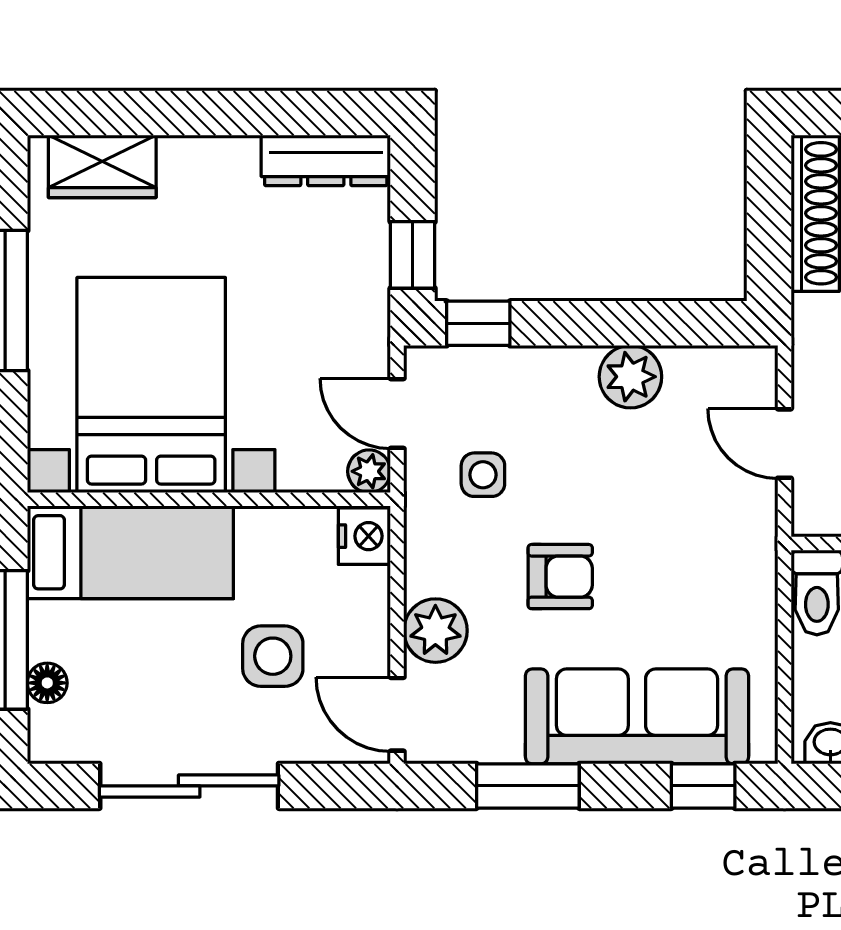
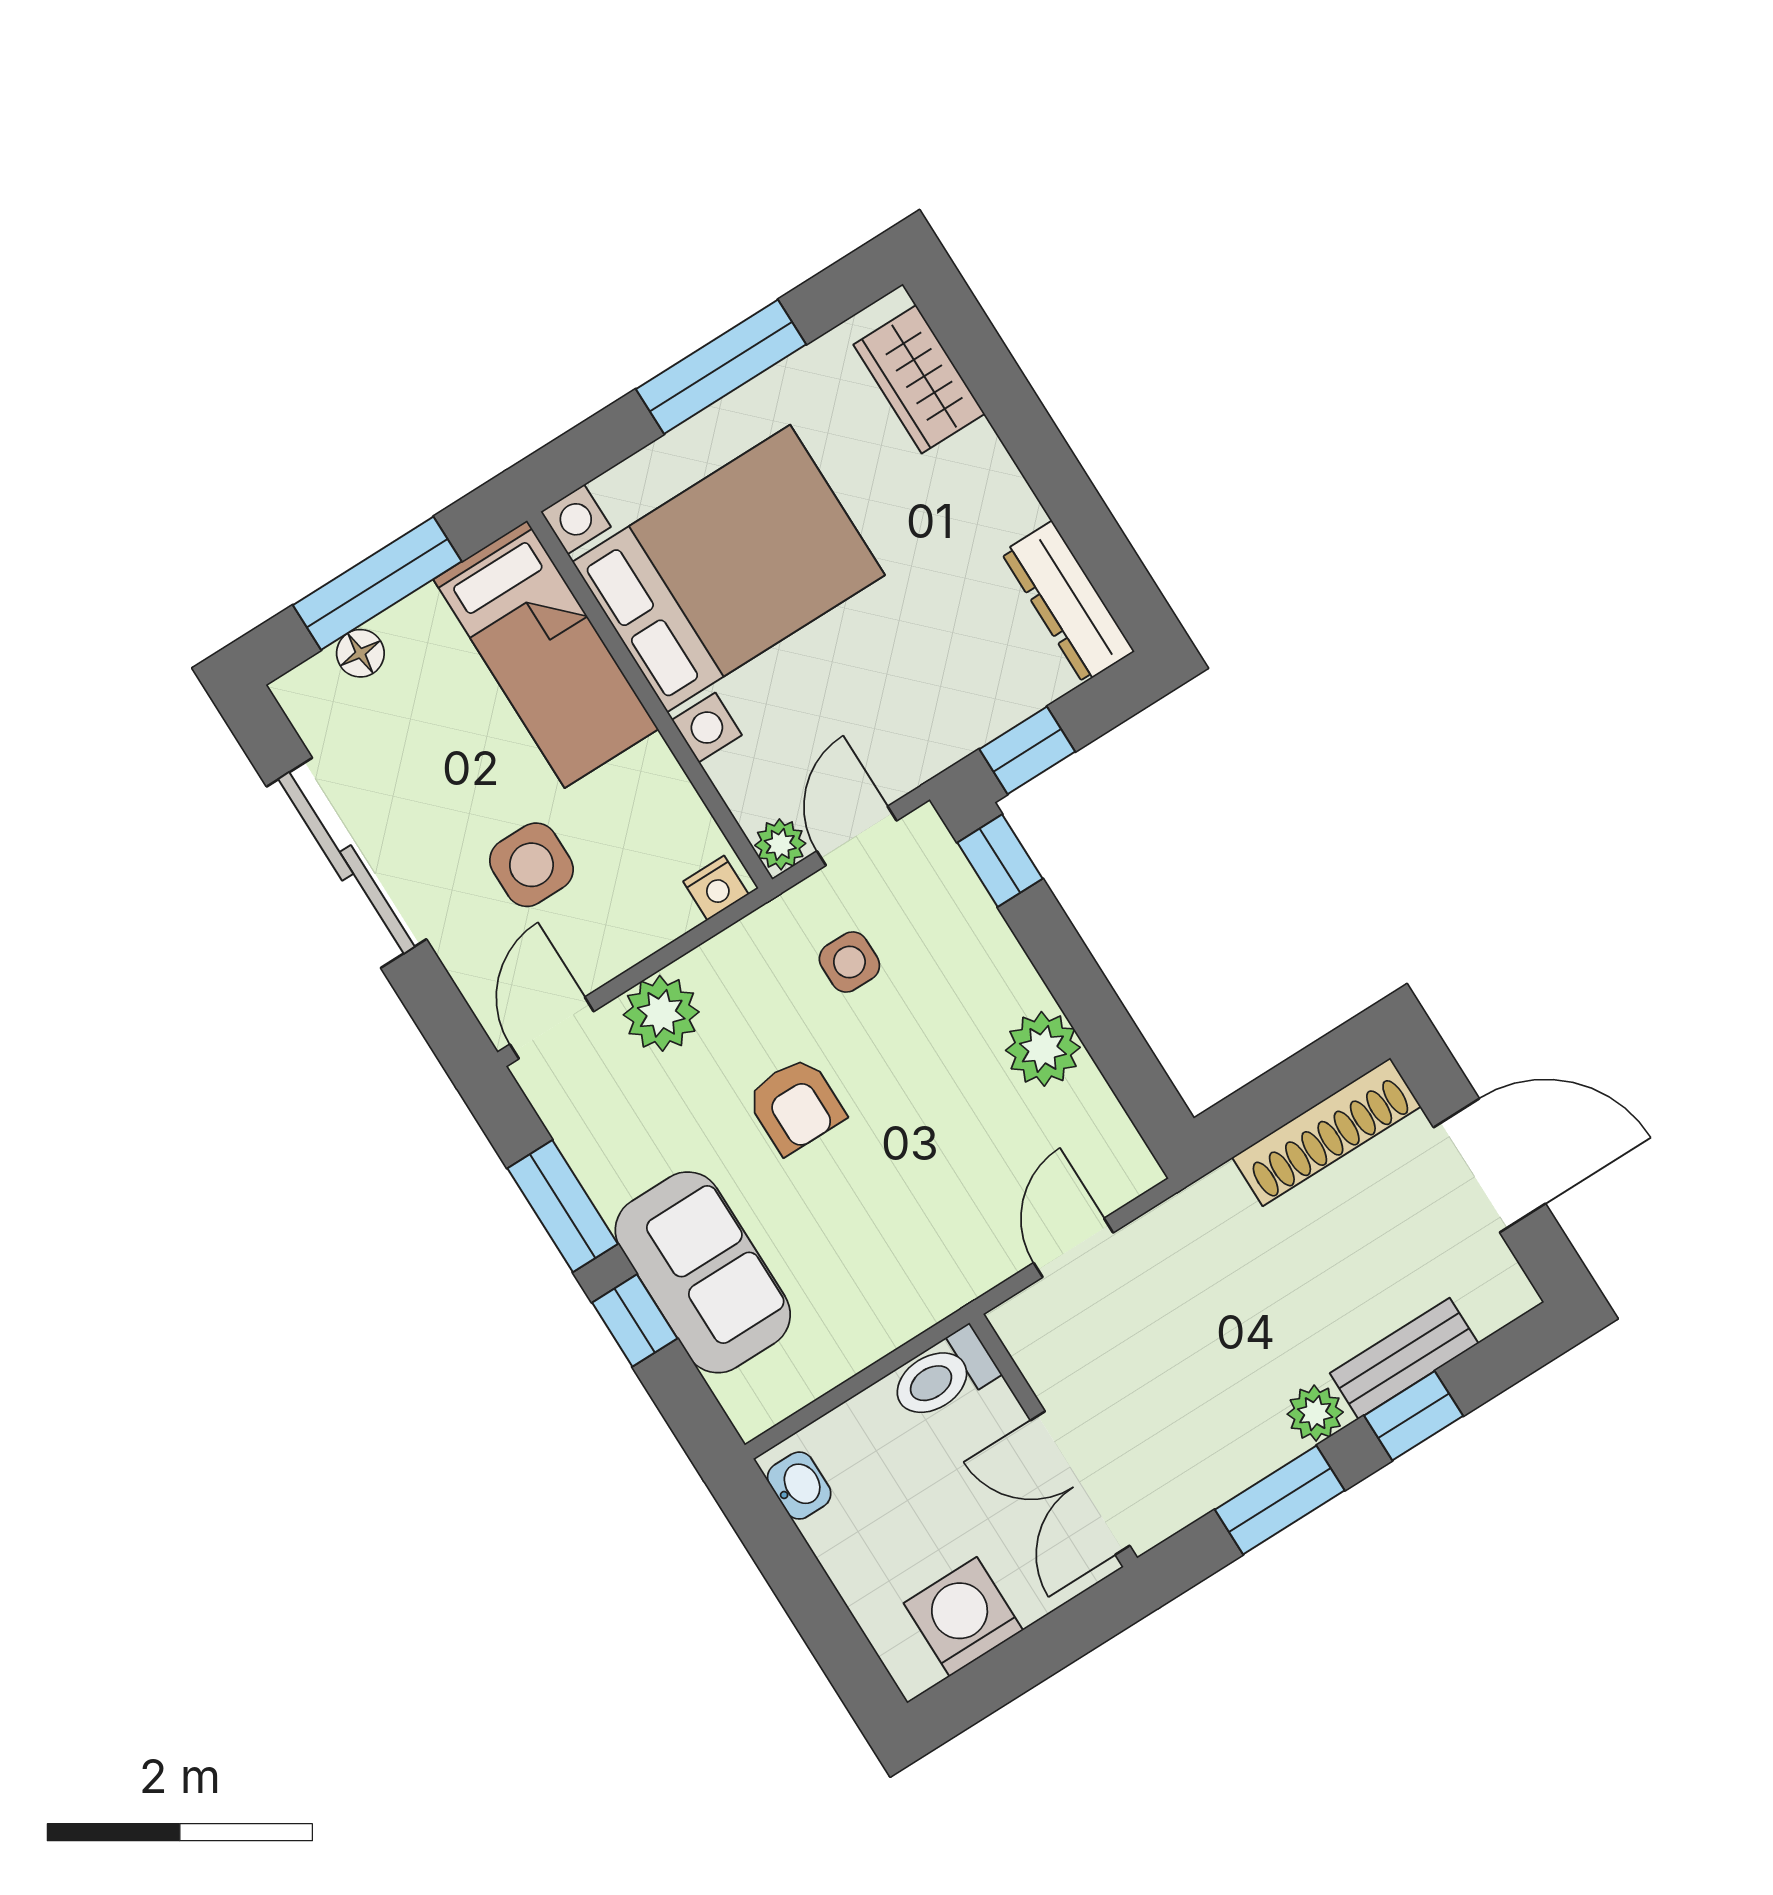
nightstand: (364, 536) -> (716, 888), width x0.72, depth x0.74
sofa: (637, 716) -> (703, 1272), width x0.73
window: (703, 786) -> (635, 1321), moved

